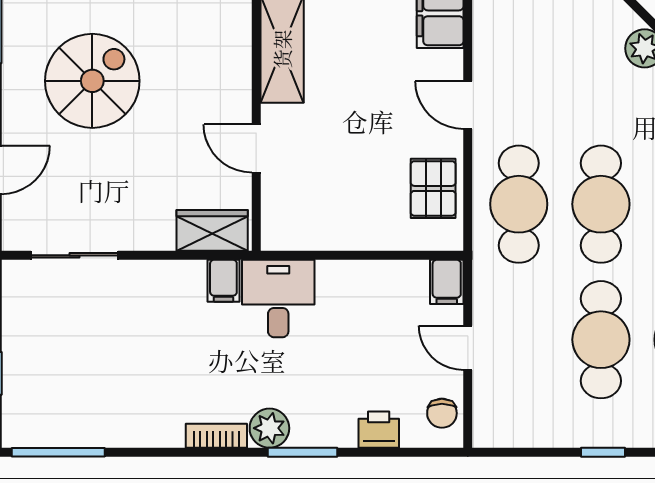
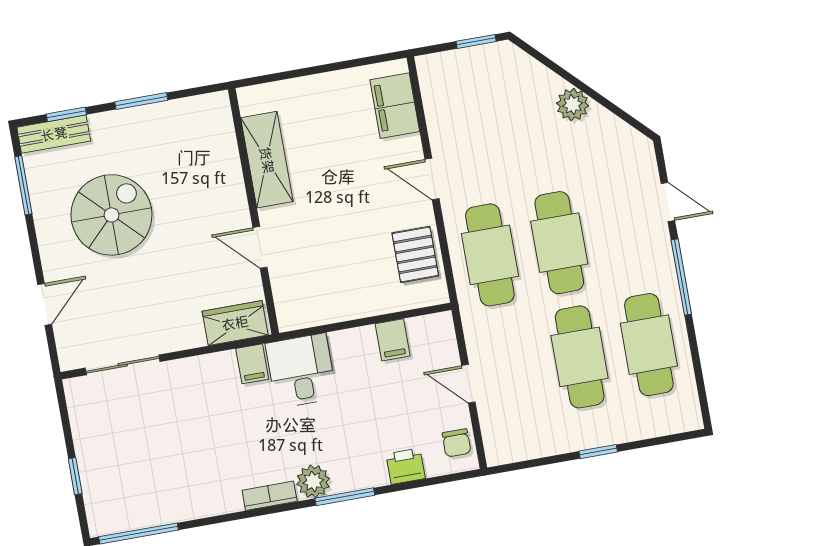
filing cabinet: (447, 282) -> (393, 340), moved

